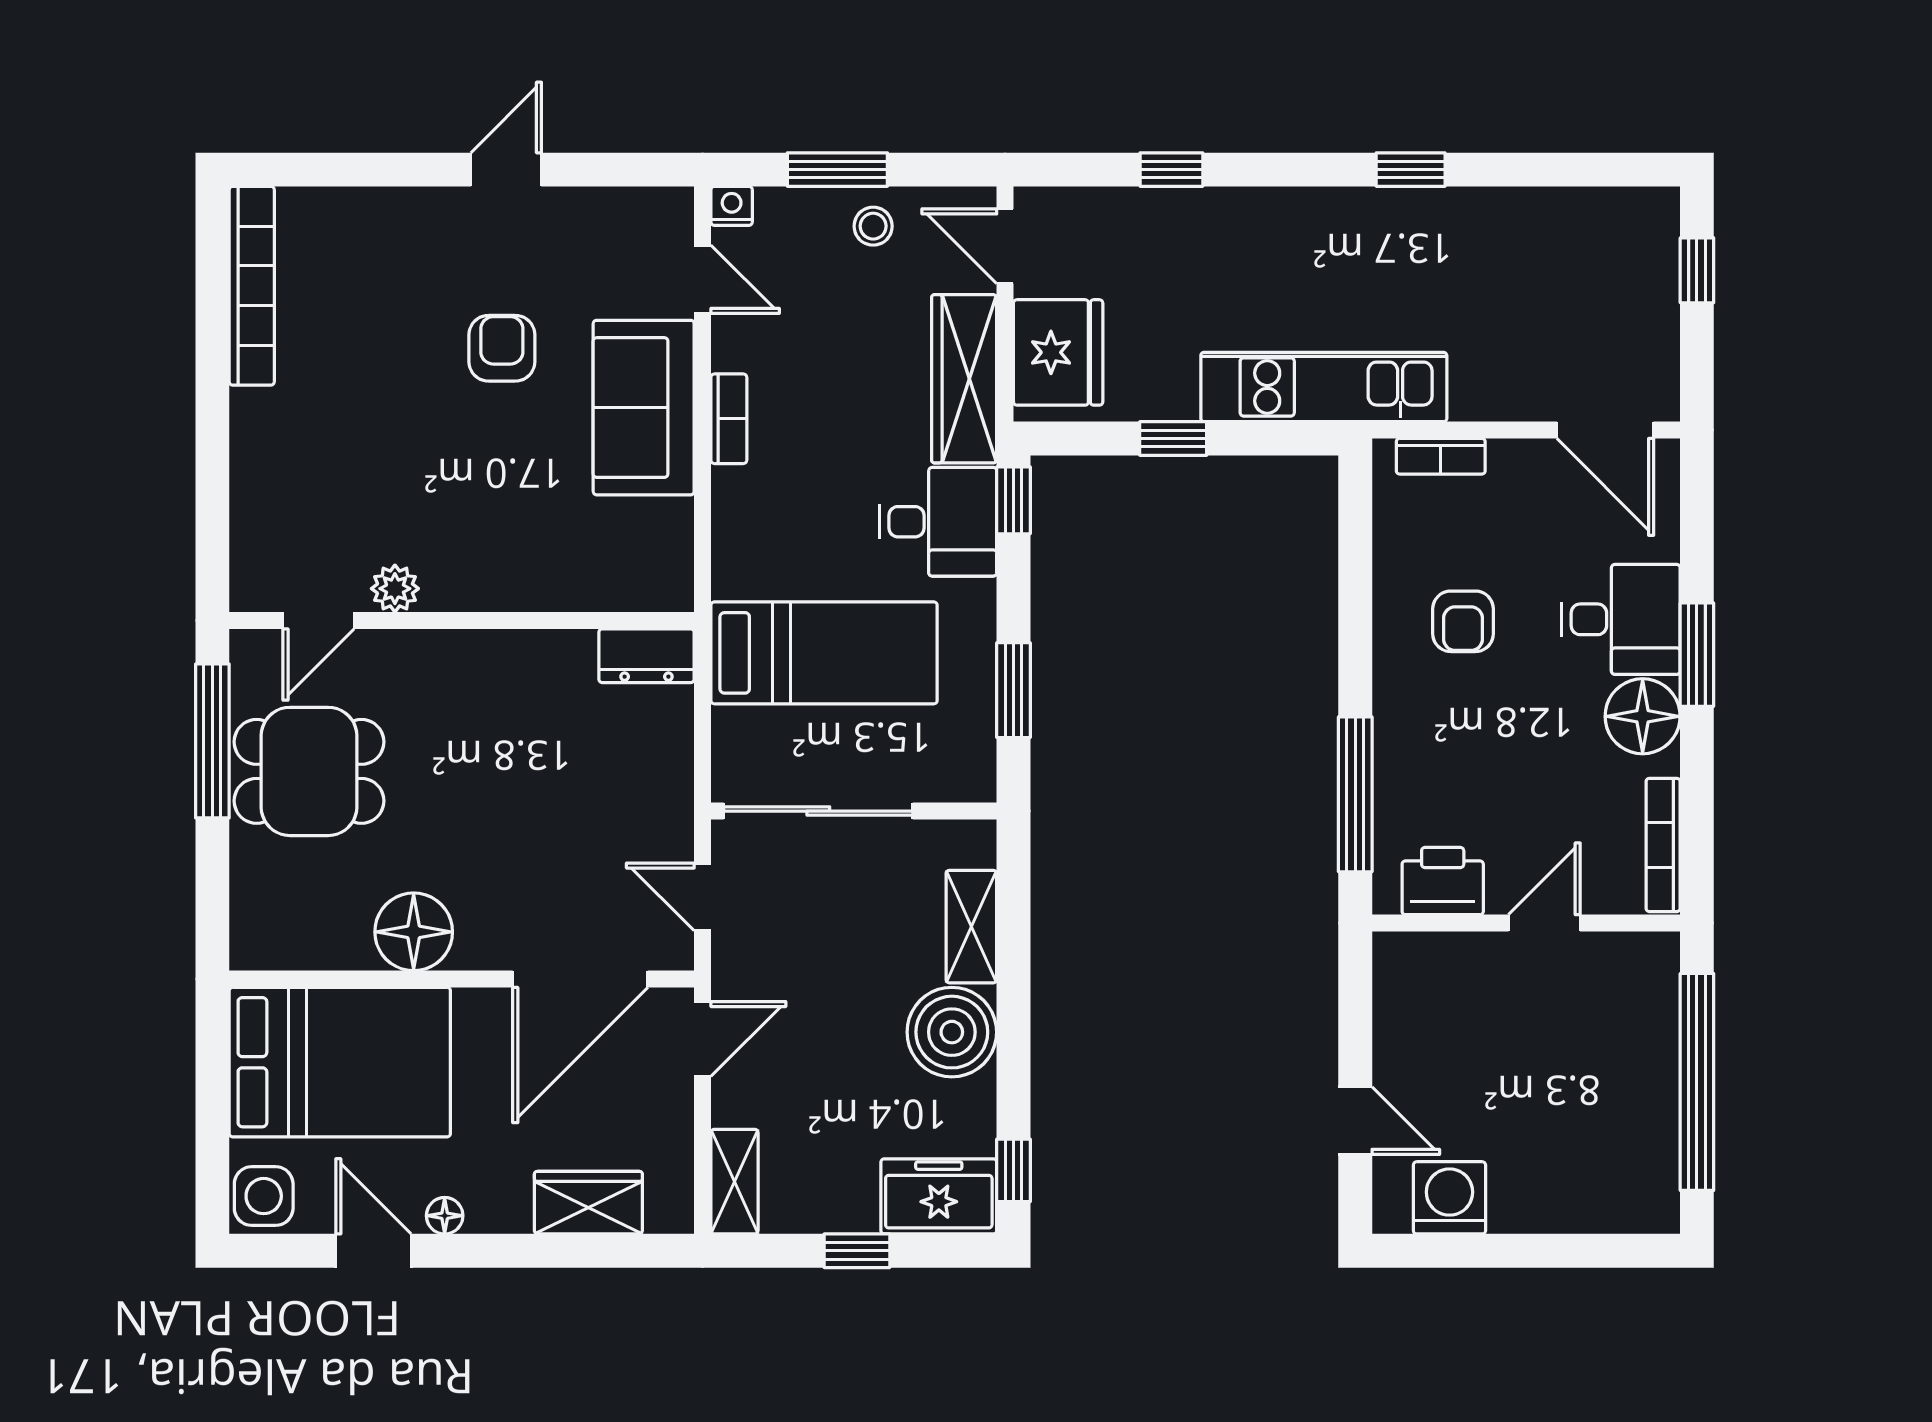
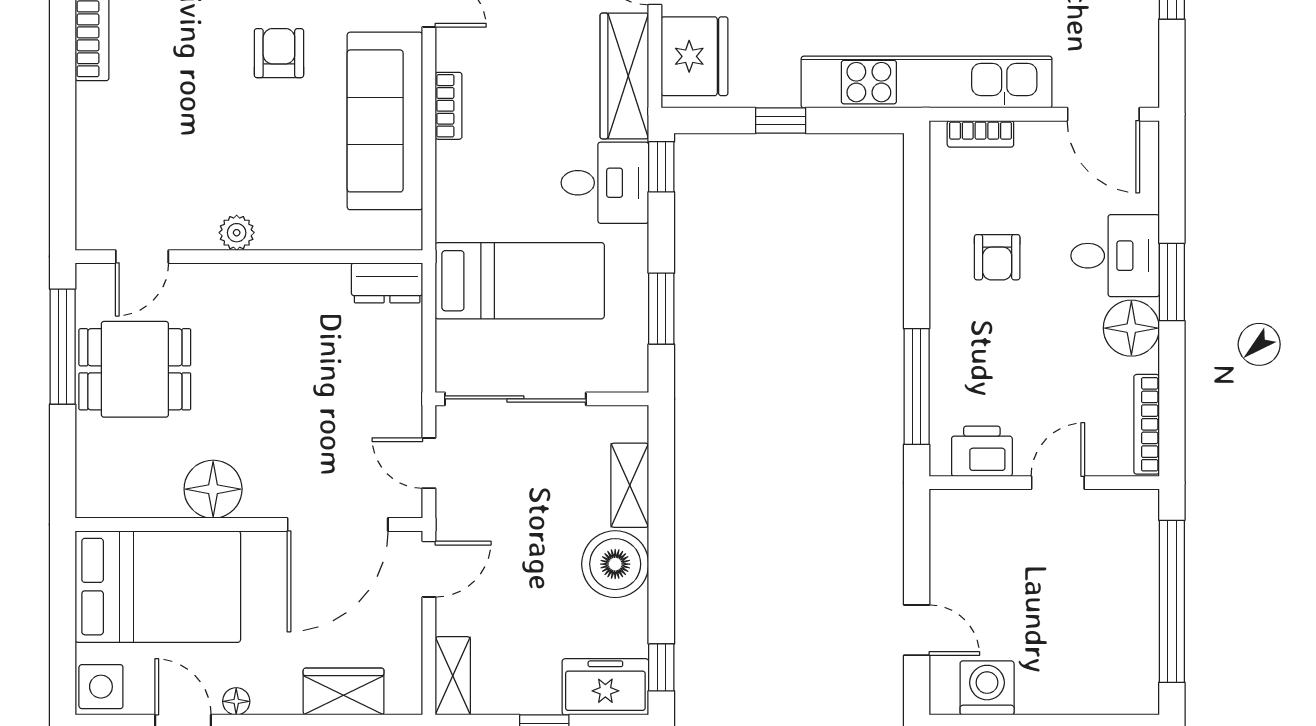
kitchen unit: (1324, 387) -> (927, 82), width x1.36
sofa: (644, 408) -> (385, 121), width x1.36
plant: (395, 589) -> (237, 233), moved

